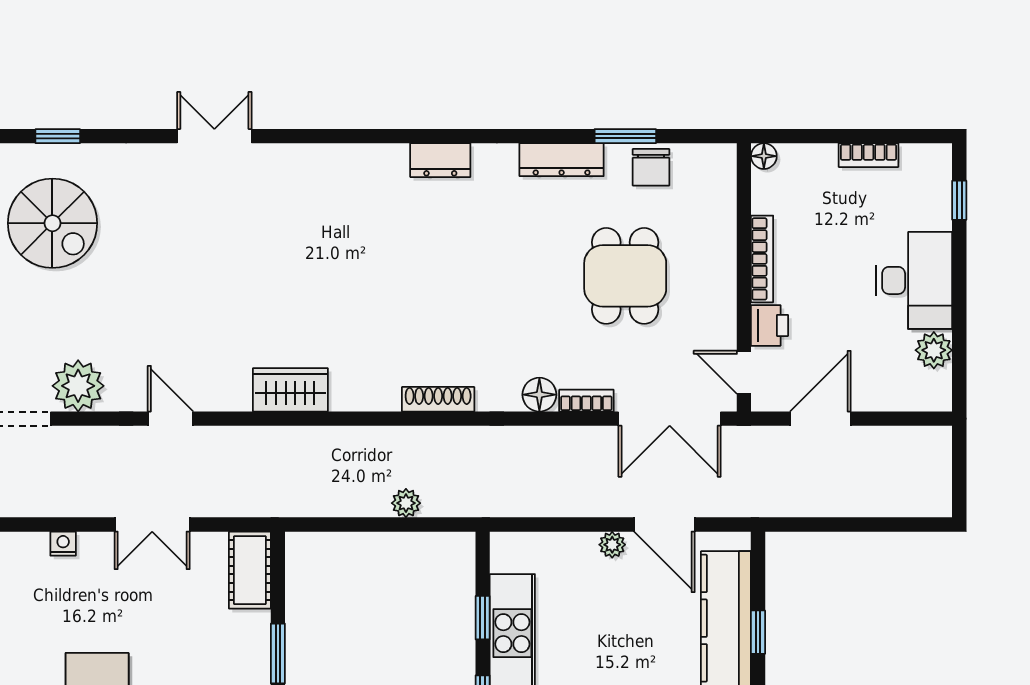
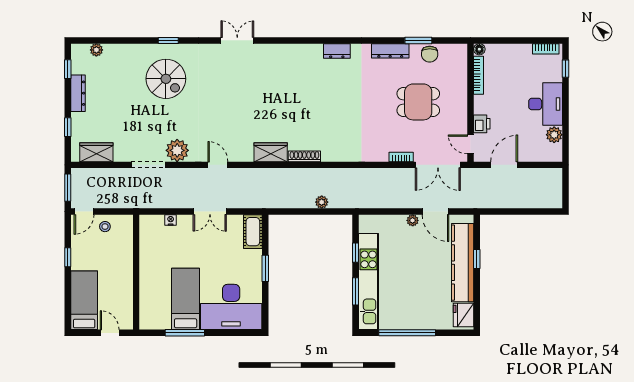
bookcase: (868, 155) -> (546, 49), moved
bookcase: (762, 259) -> (479, 75), moved
dining table: (625, 276) -> (418, 102), turned 90
floor lamp: (539, 395) -> (380, 154), removed
shoe rack: (438, 399) -> (304, 156), moved

